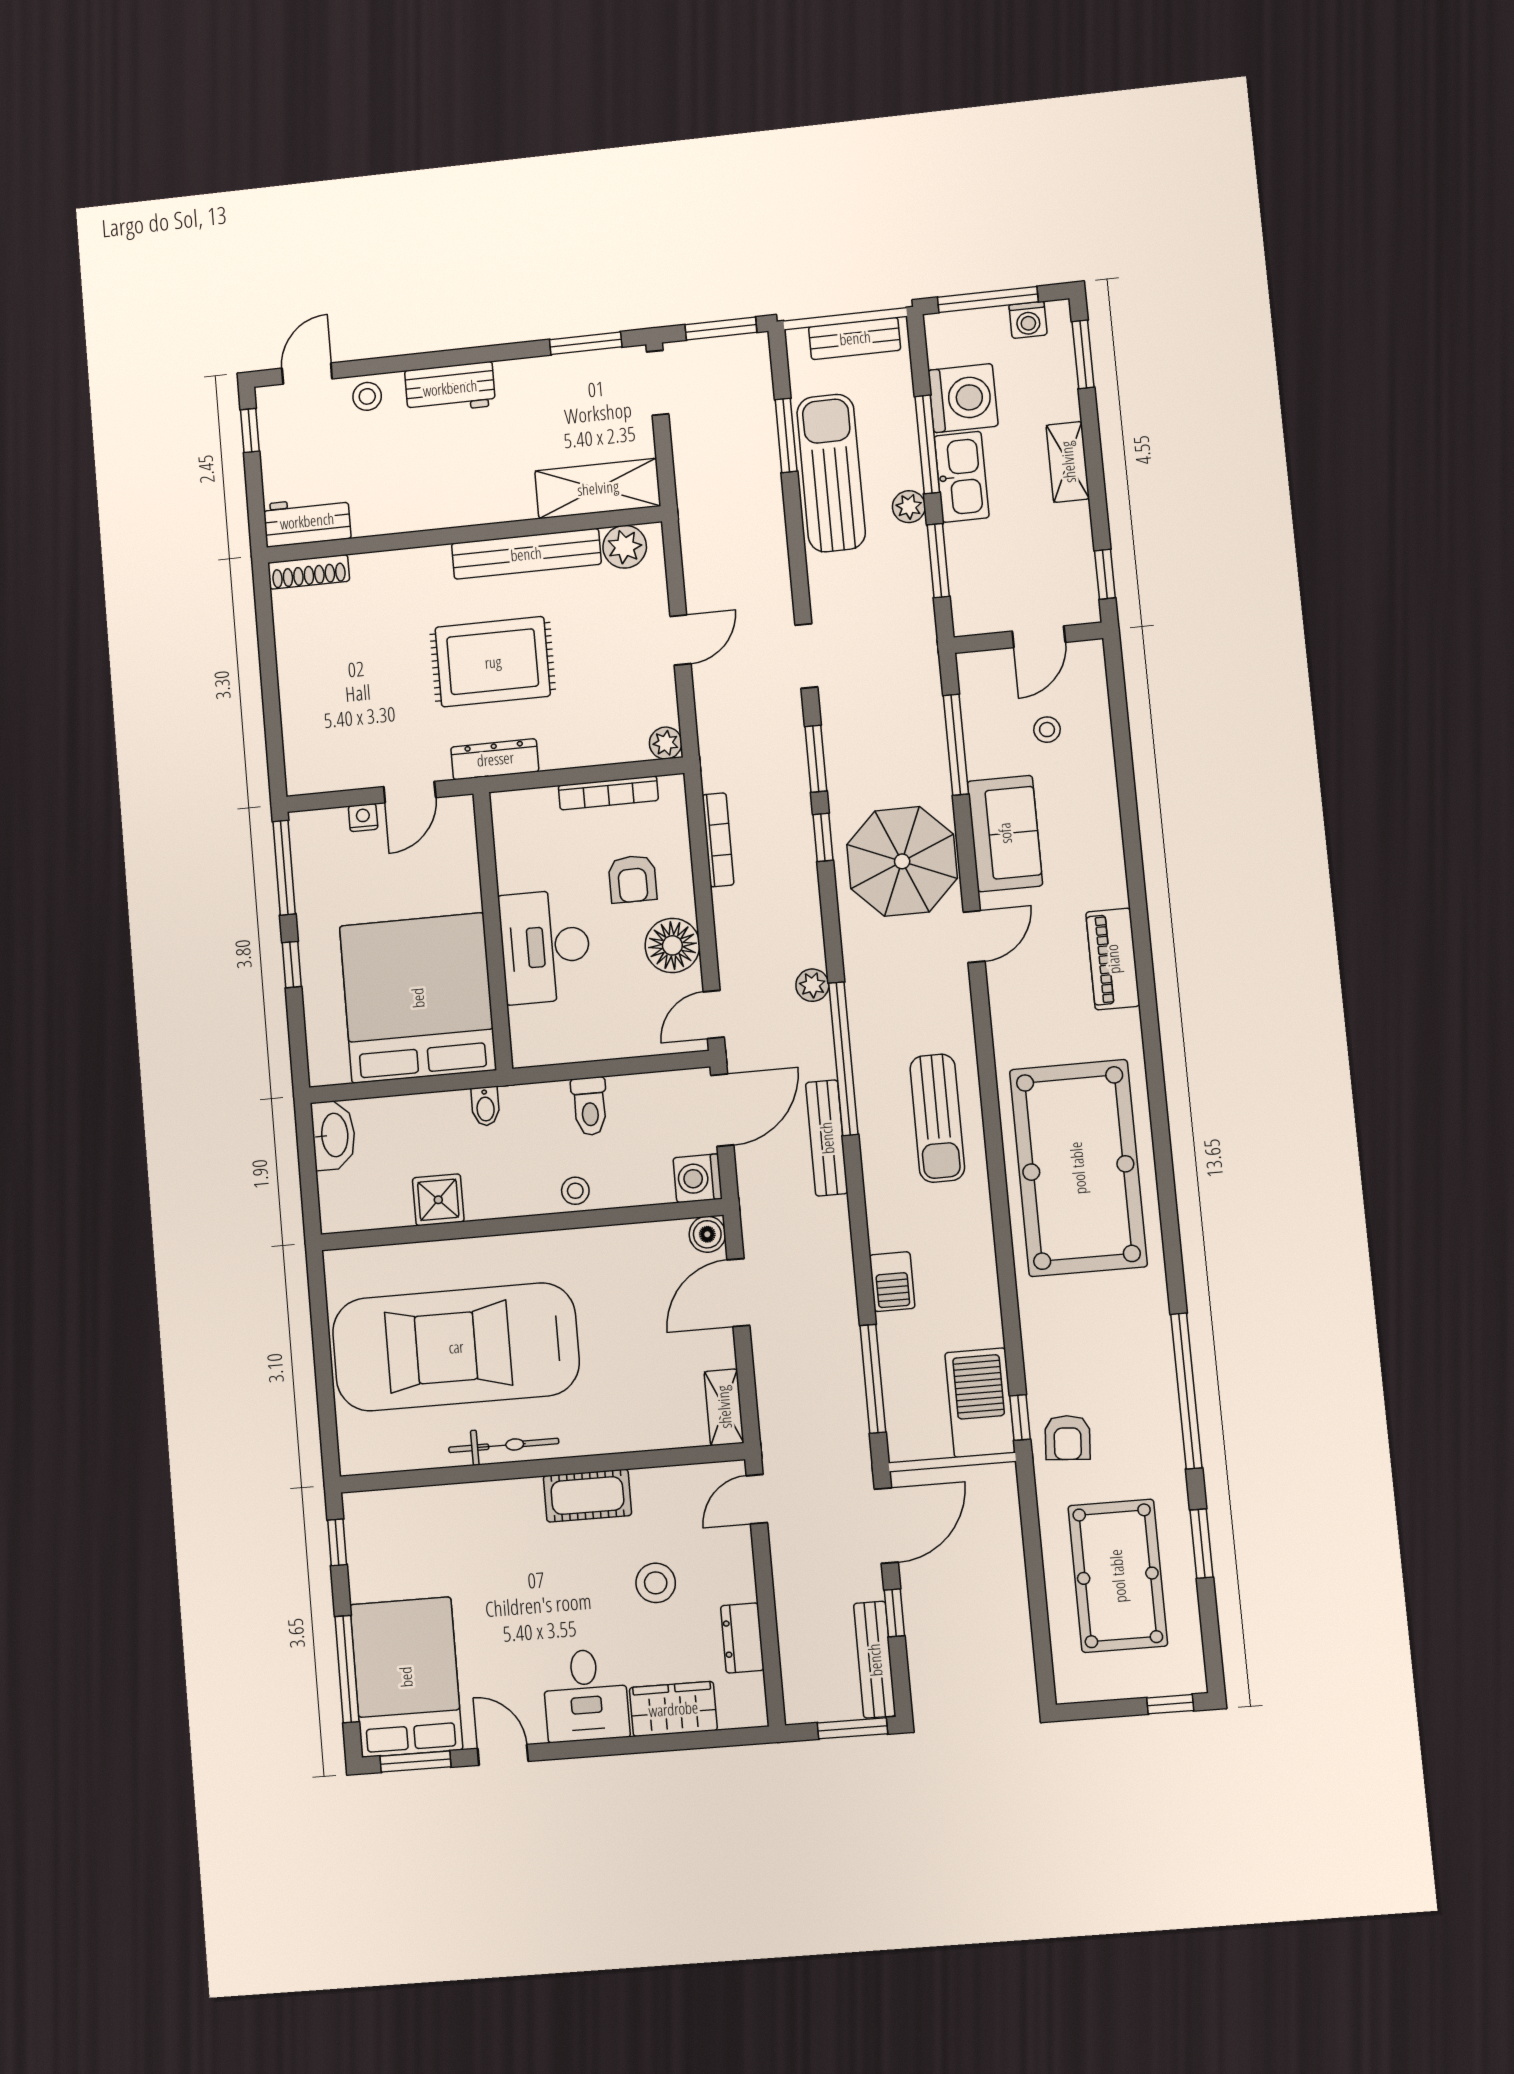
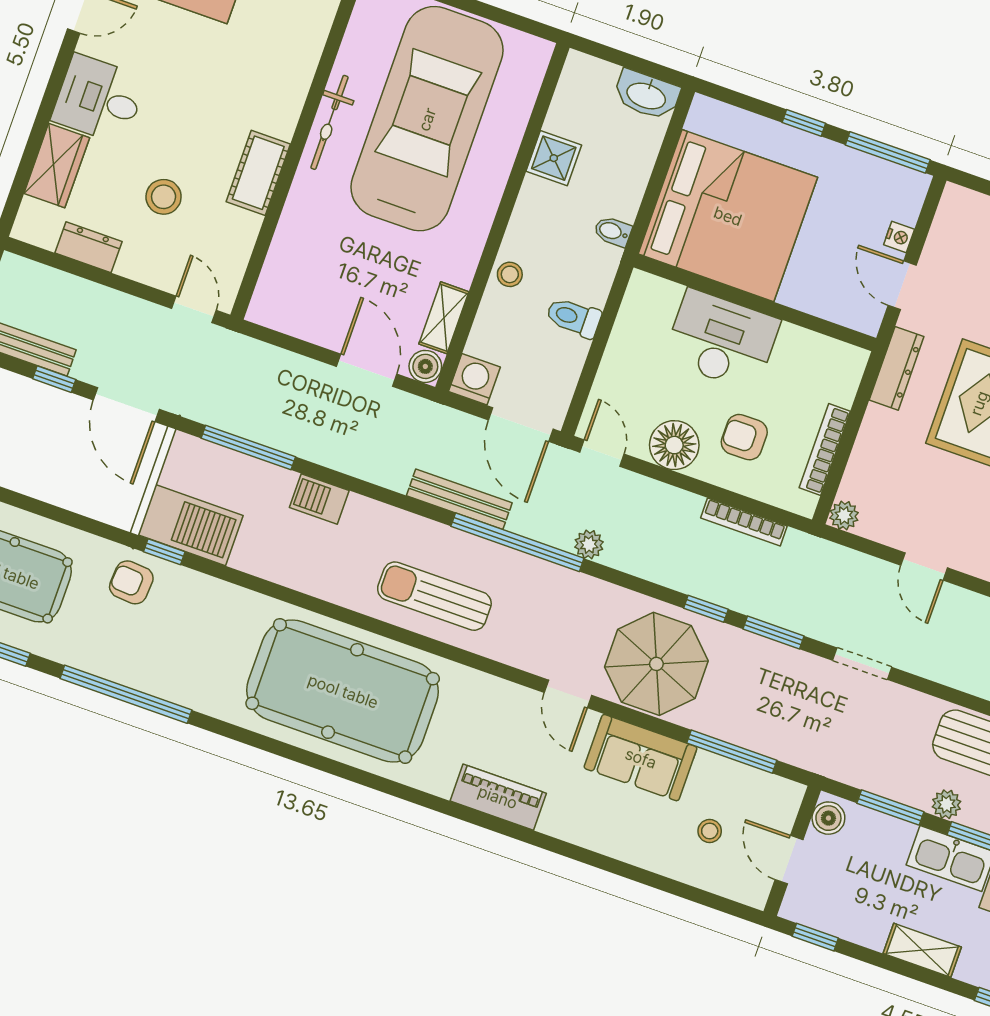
boiler: (978, 617) -> (828, 818), added
shelving: (724, 1407) -> (444, 318), moved, turned 90

